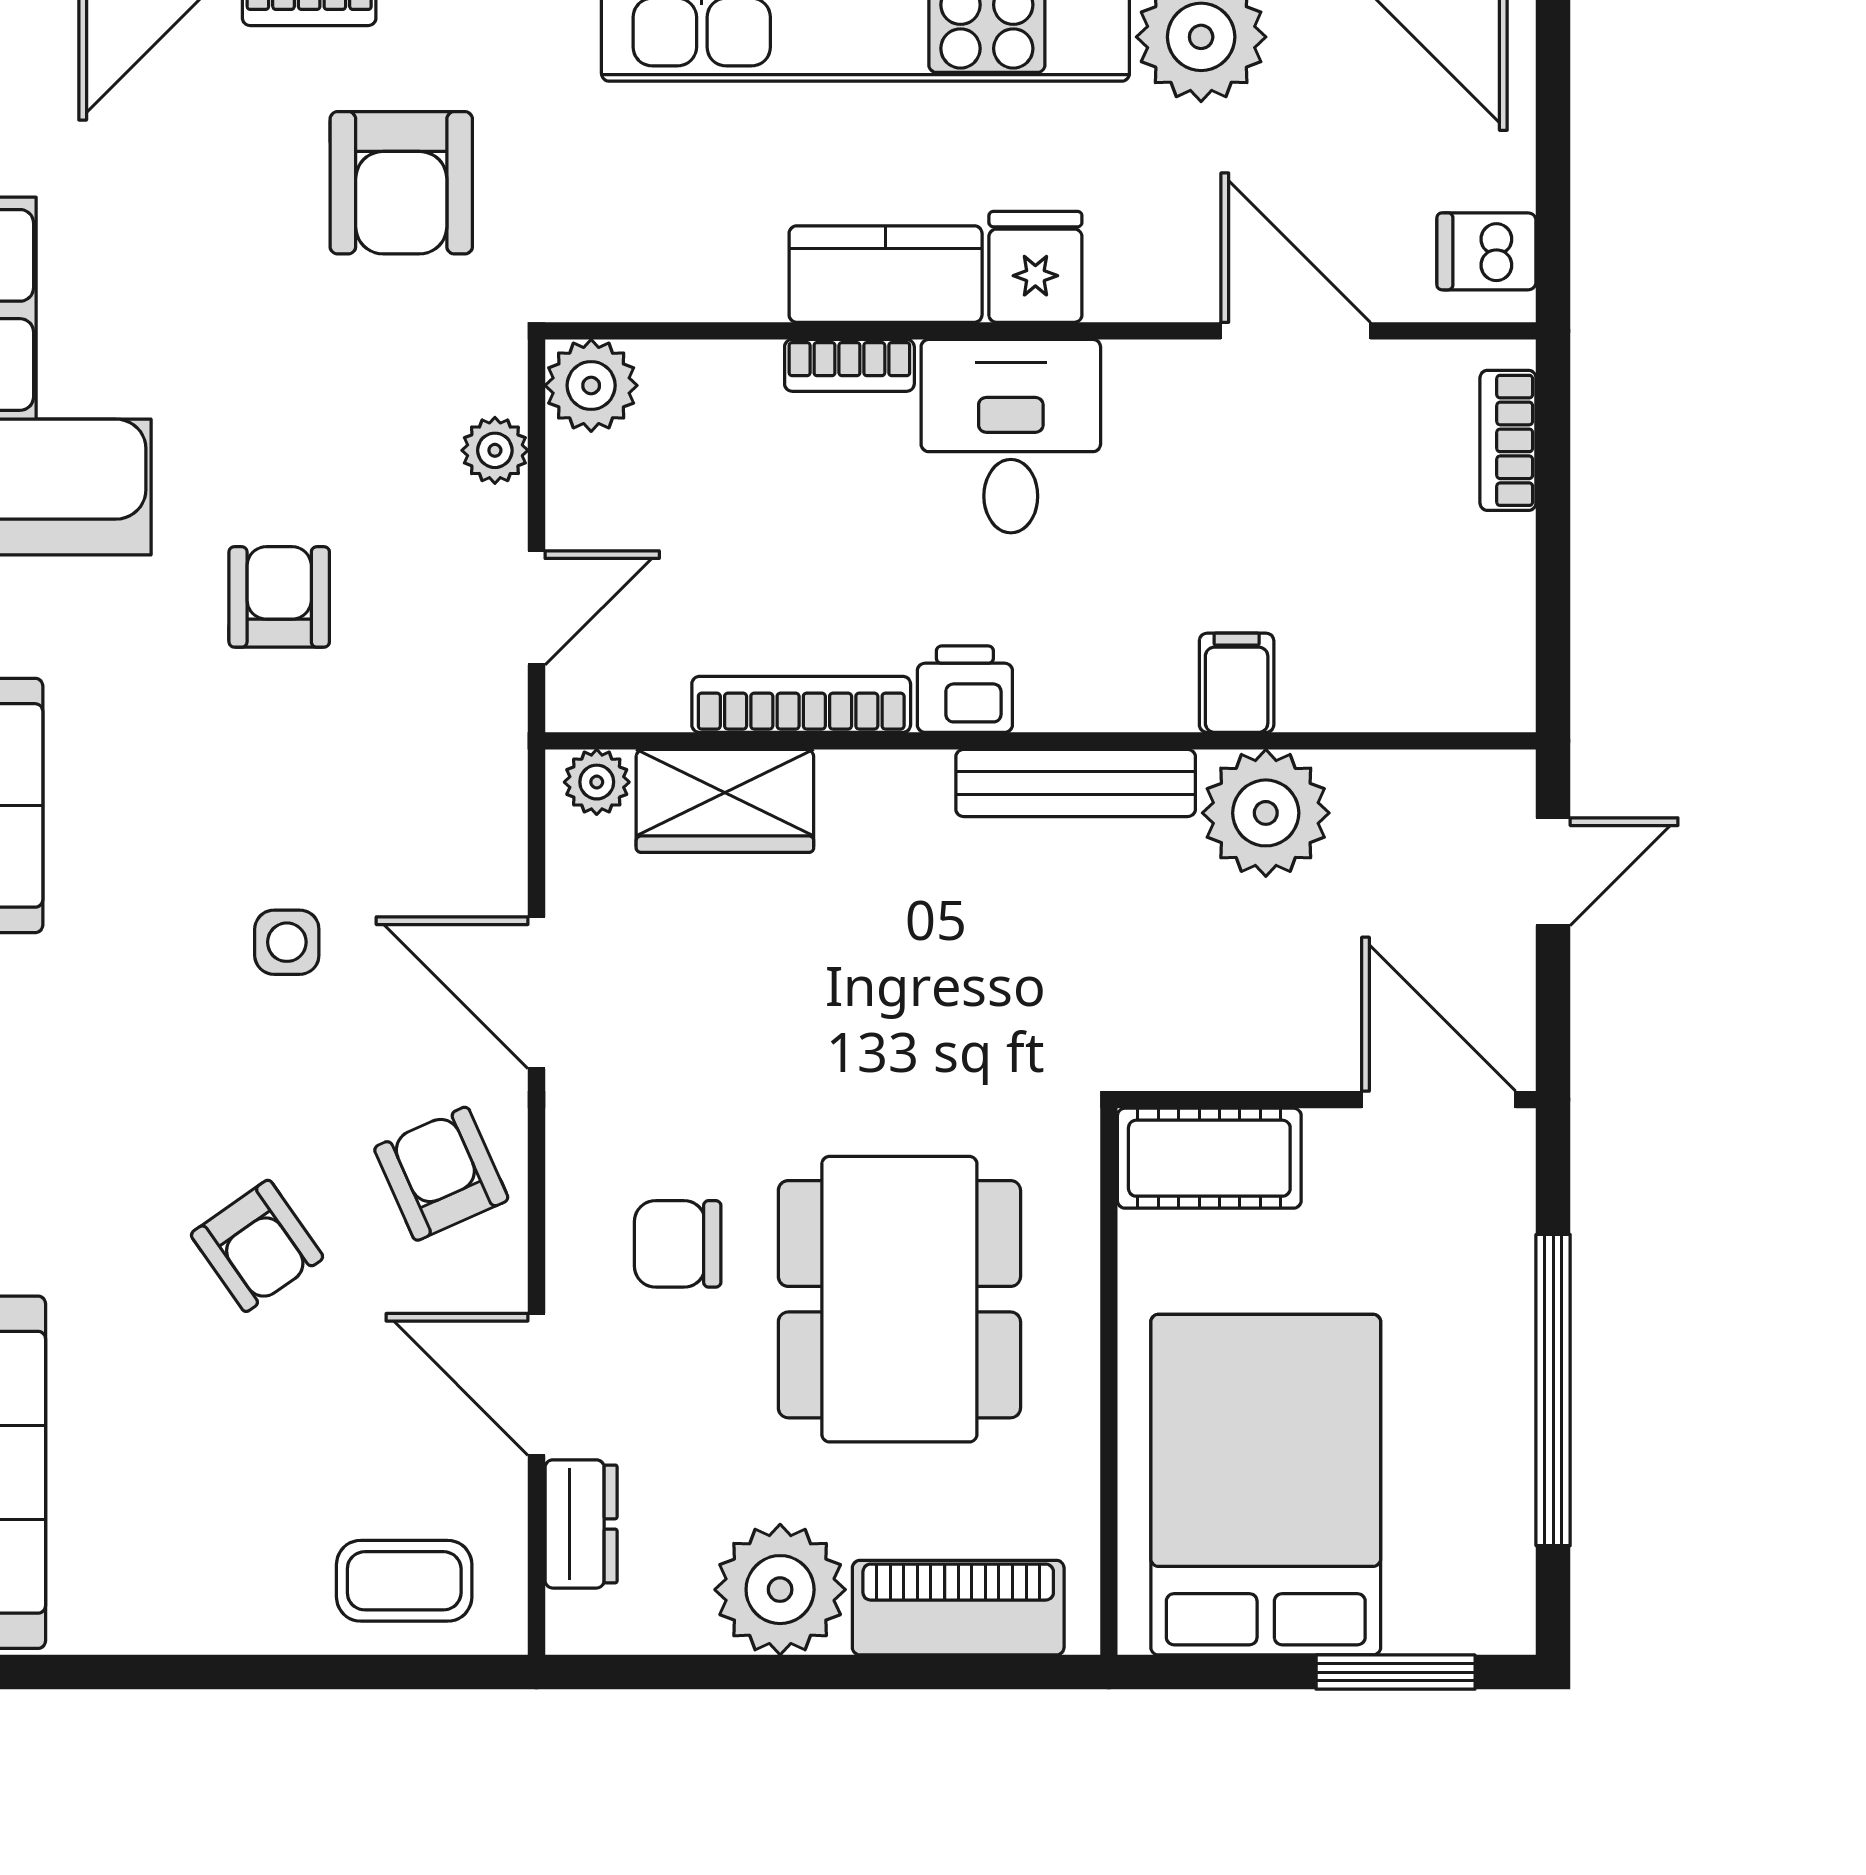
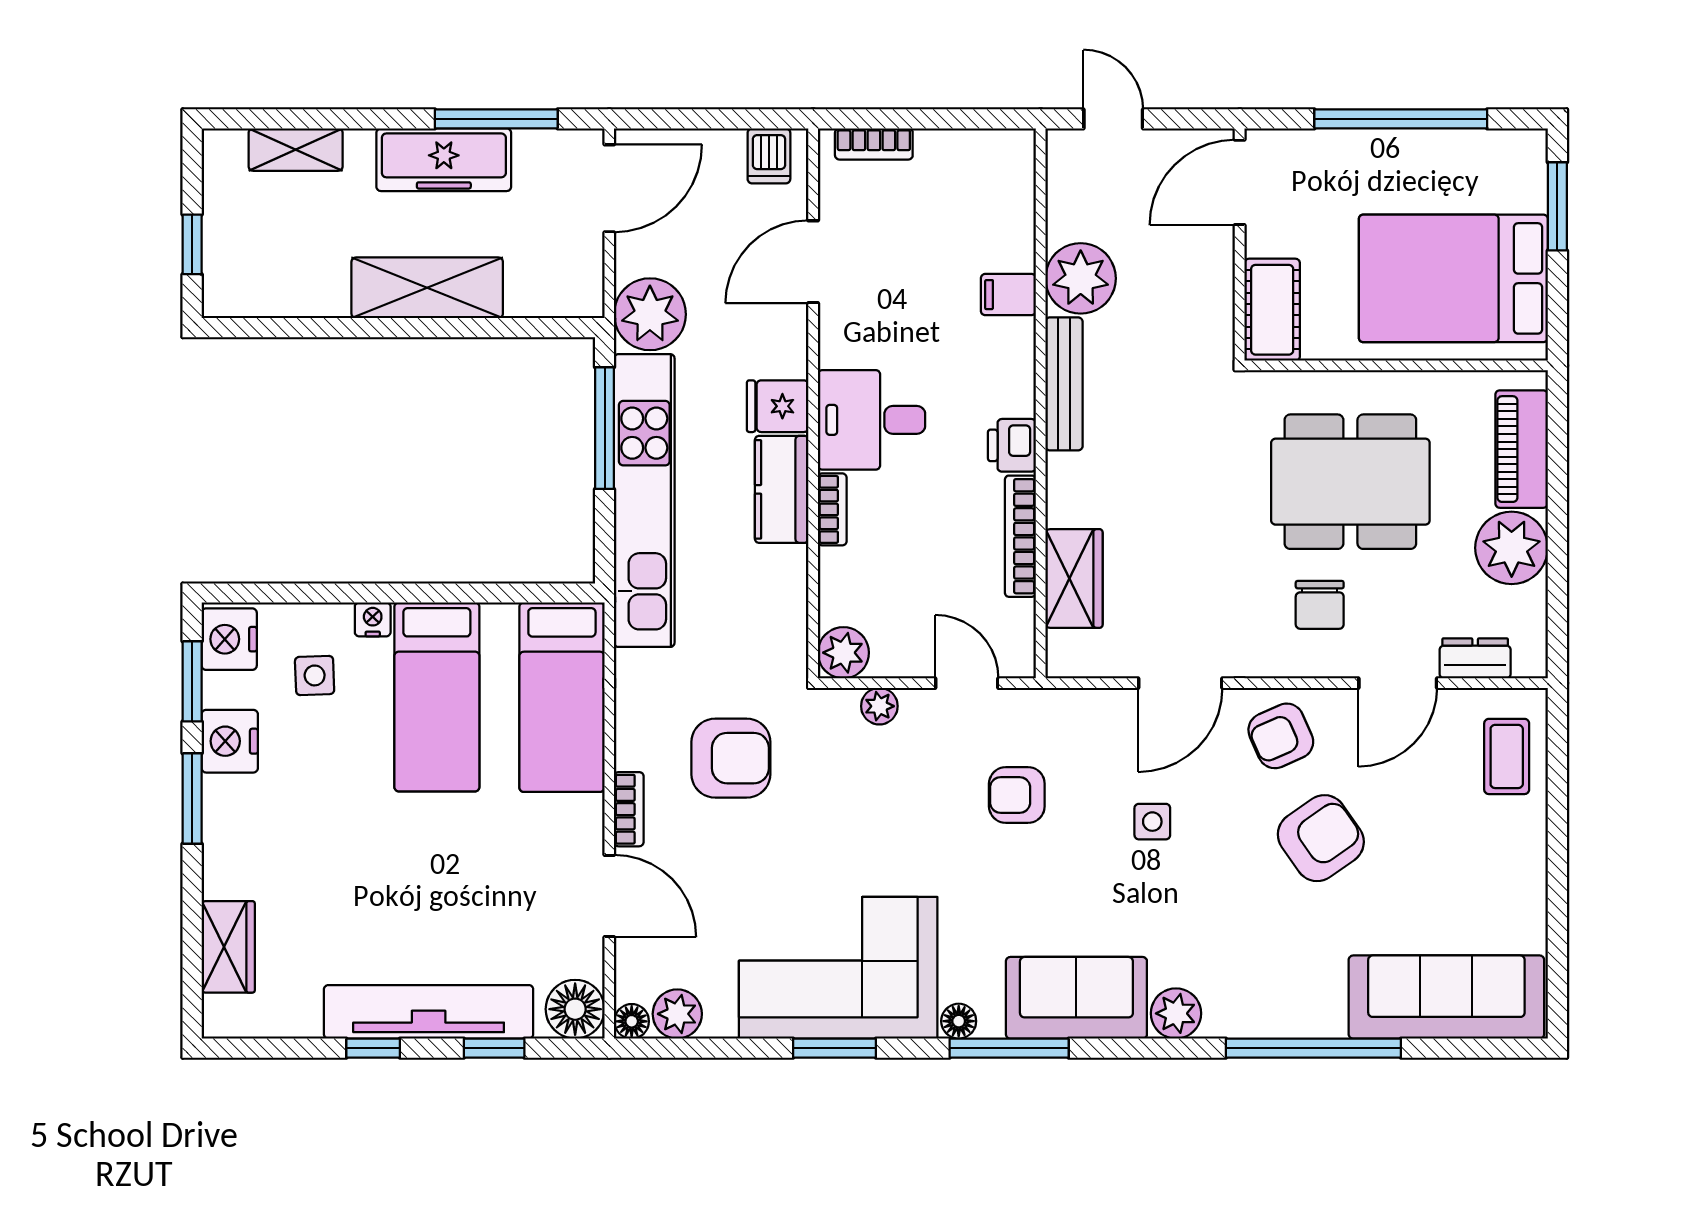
armchair: (279, 597) -> (1017, 795), moved
plant: (597, 782) -> (1063, 650), removed
armchair: (257, 1246) -> (1321, 838), width x1.38, depth x1.38

